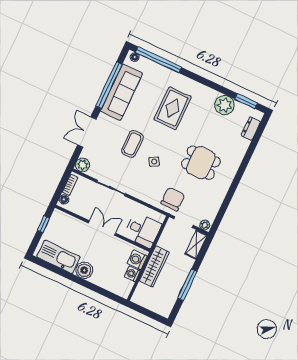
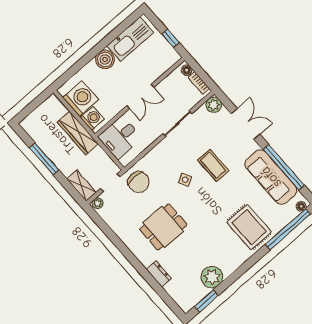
rug: (173, 108) -> (249, 227), moved
dresser: (251, 129) -> (159, 274), moved
washing machine: (132, 274) -> (80, 99), width x1.89, depth x1.89

